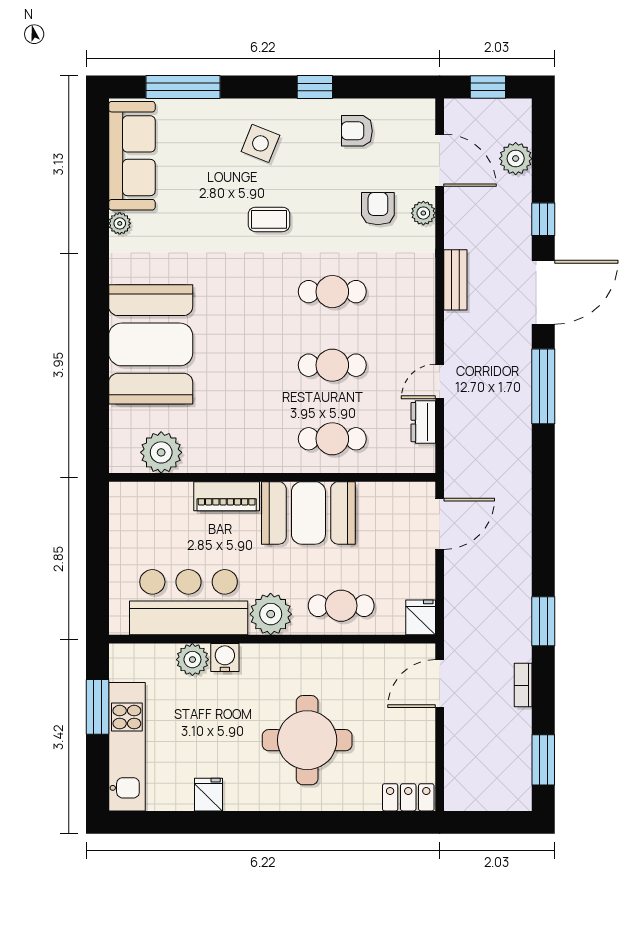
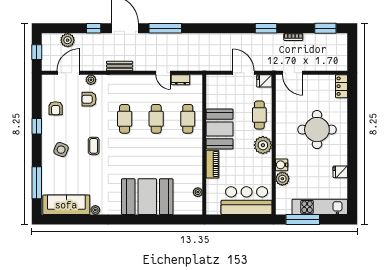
plant: (161, 452) -> (198, 192), width x0.53, depth x0.53
door: (440, 524) -> (243, 73), moved
bar counter: (189, 602) -> (247, 201), moved, turned 90
window: (97, 707) -> (303, 220), width x1.44

